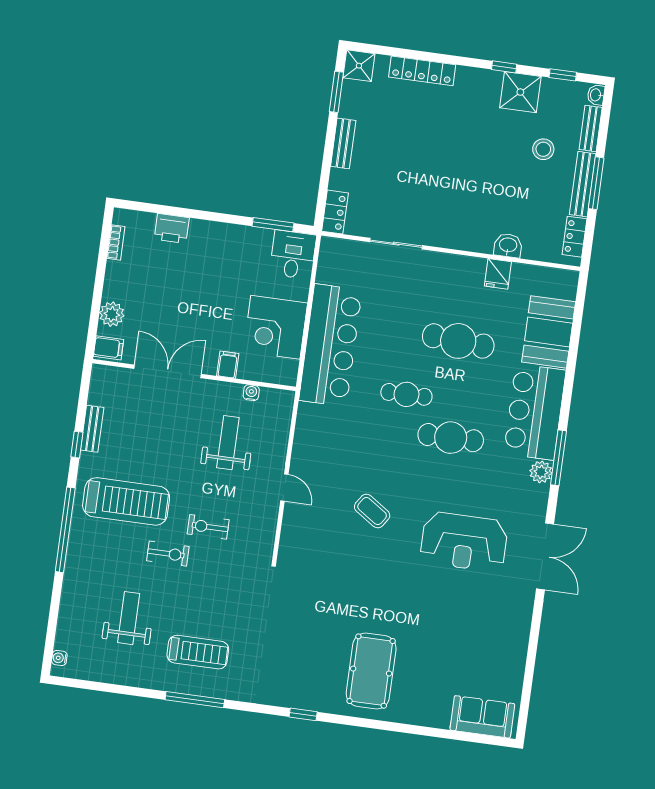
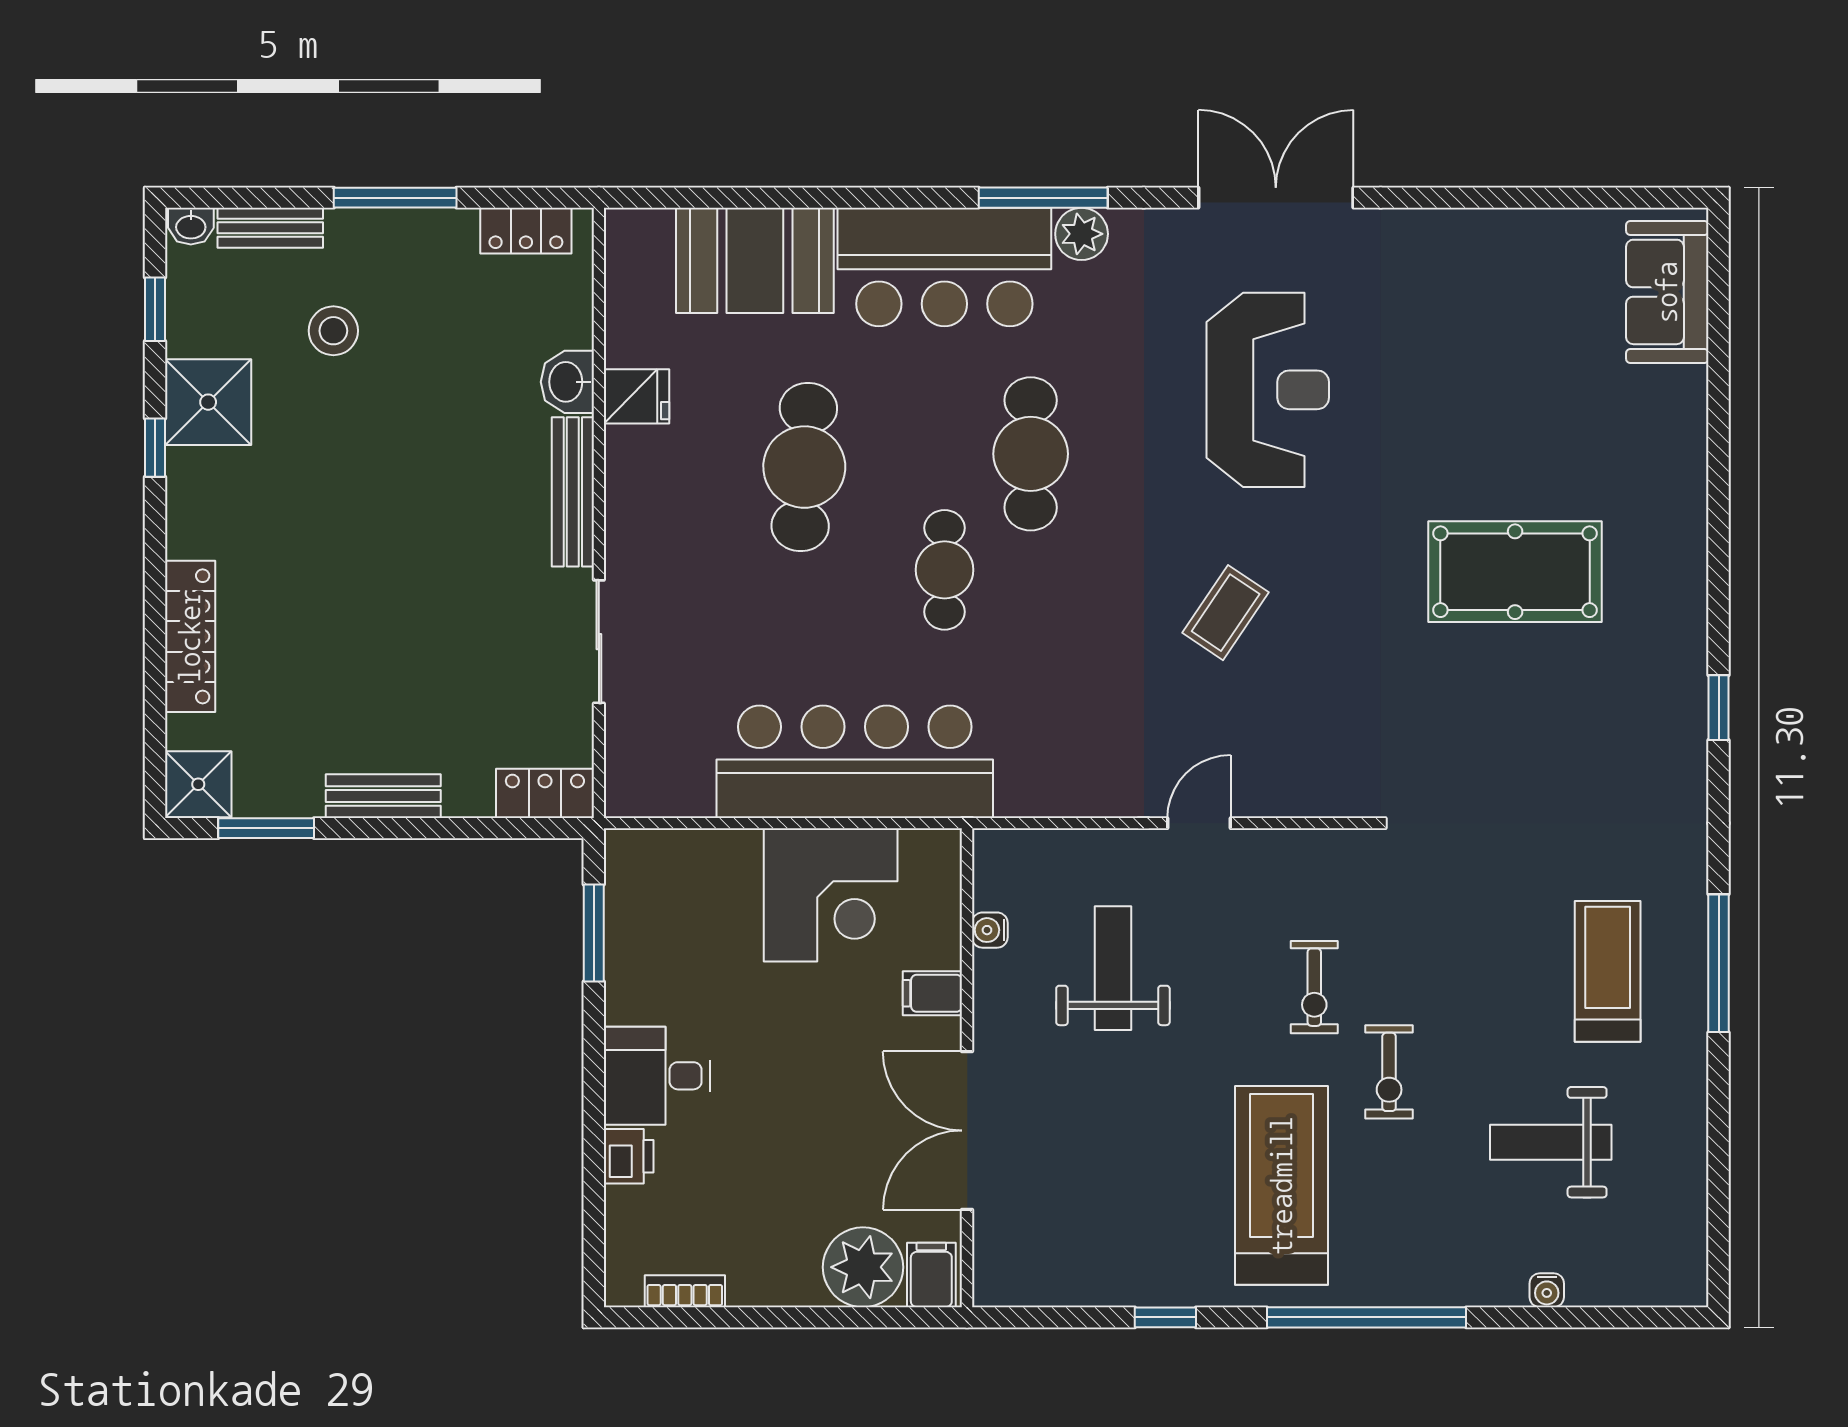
bench: (583, 184) -> (573, 492), moved, turned 90
printer: (172, 228) -> (629, 1156), width x0.73, depth x0.81
desk: (293, 255) -> (657, 1076), moved
plant: (112, 314) -> (863, 1267), width x1.36, depth x1.36
bench: (92, 429) -> (1124, 1287), removed
weight bench: (228, 443) -> (1113, 968), turned 90
exercise bike: (168, 554) -> (1389, 1072), turned 180
water cooler: (59, 658) -> (1547, 1290), moved
pool table: (371, 671) -> (1515, 572), moved

